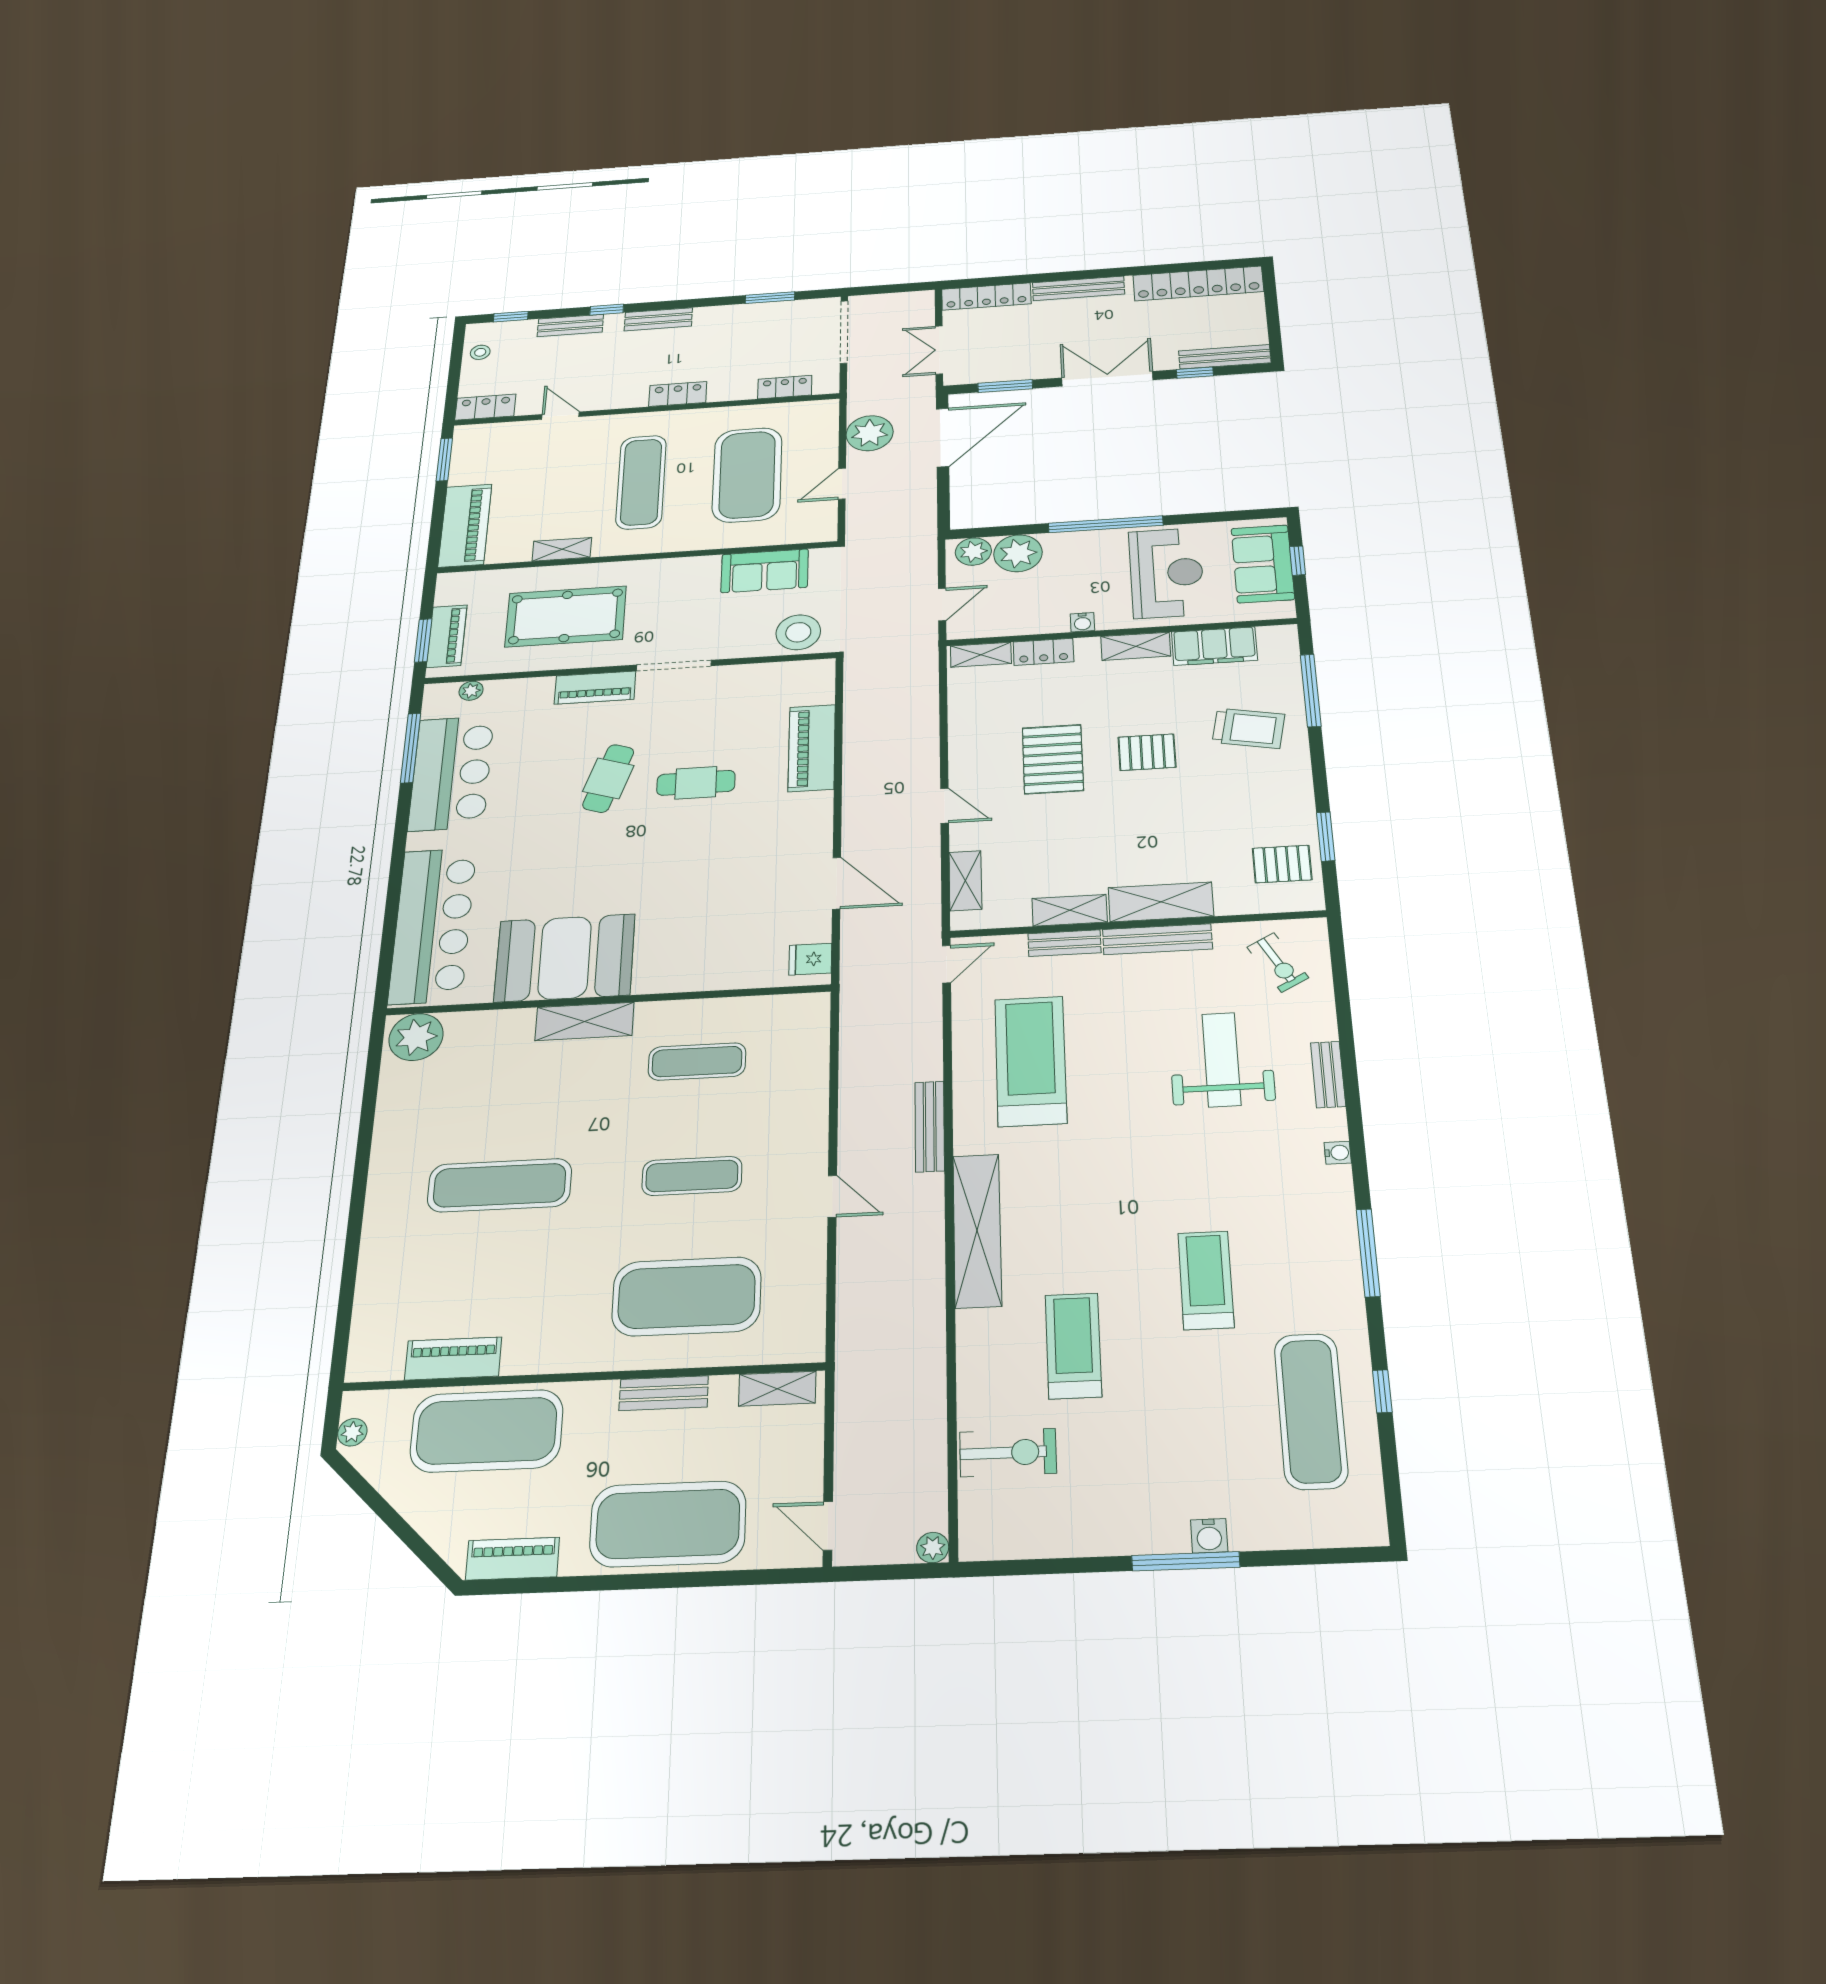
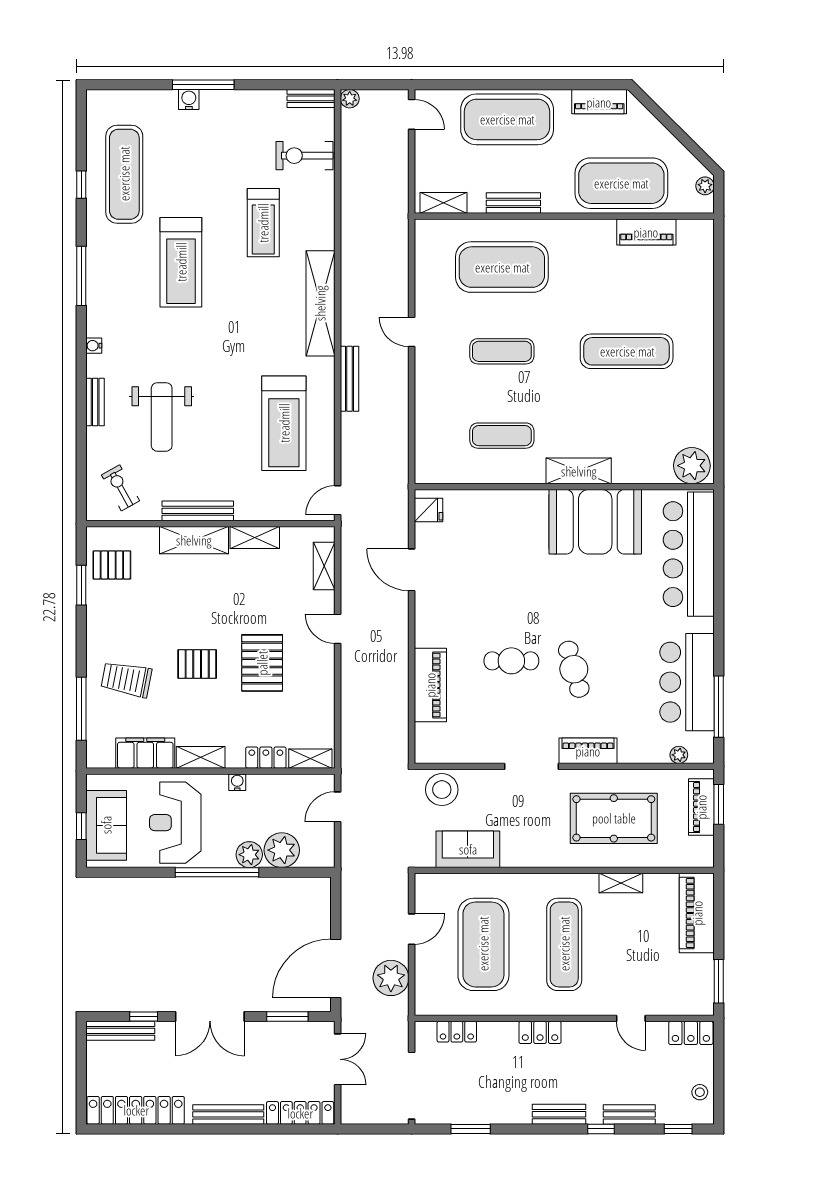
plant: (973, 552) -> (249, 855), moved
cafe table: (608, 778) -> (574, 669), turned -34
bench: (1064, 943) -> (311, 98), moved
treadmill: (1206, 1280) -> (181, 262), width x1.37, depth x1.38

